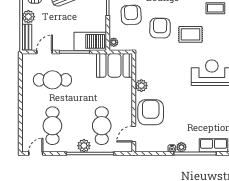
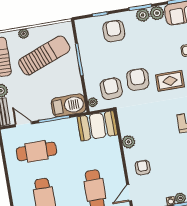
armchair: (131, 15) -> (111, 89), moved
door: (45, 52) -> (23, 124), hinge flipped
armchair: (151, 112) -> (143, 168), width x0.53, depth x0.53

